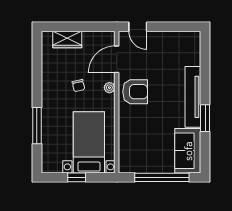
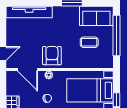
tv unit: (193, 97) -> (29, 12), moved
coffee table: (153, 141) -> (89, 42), added

